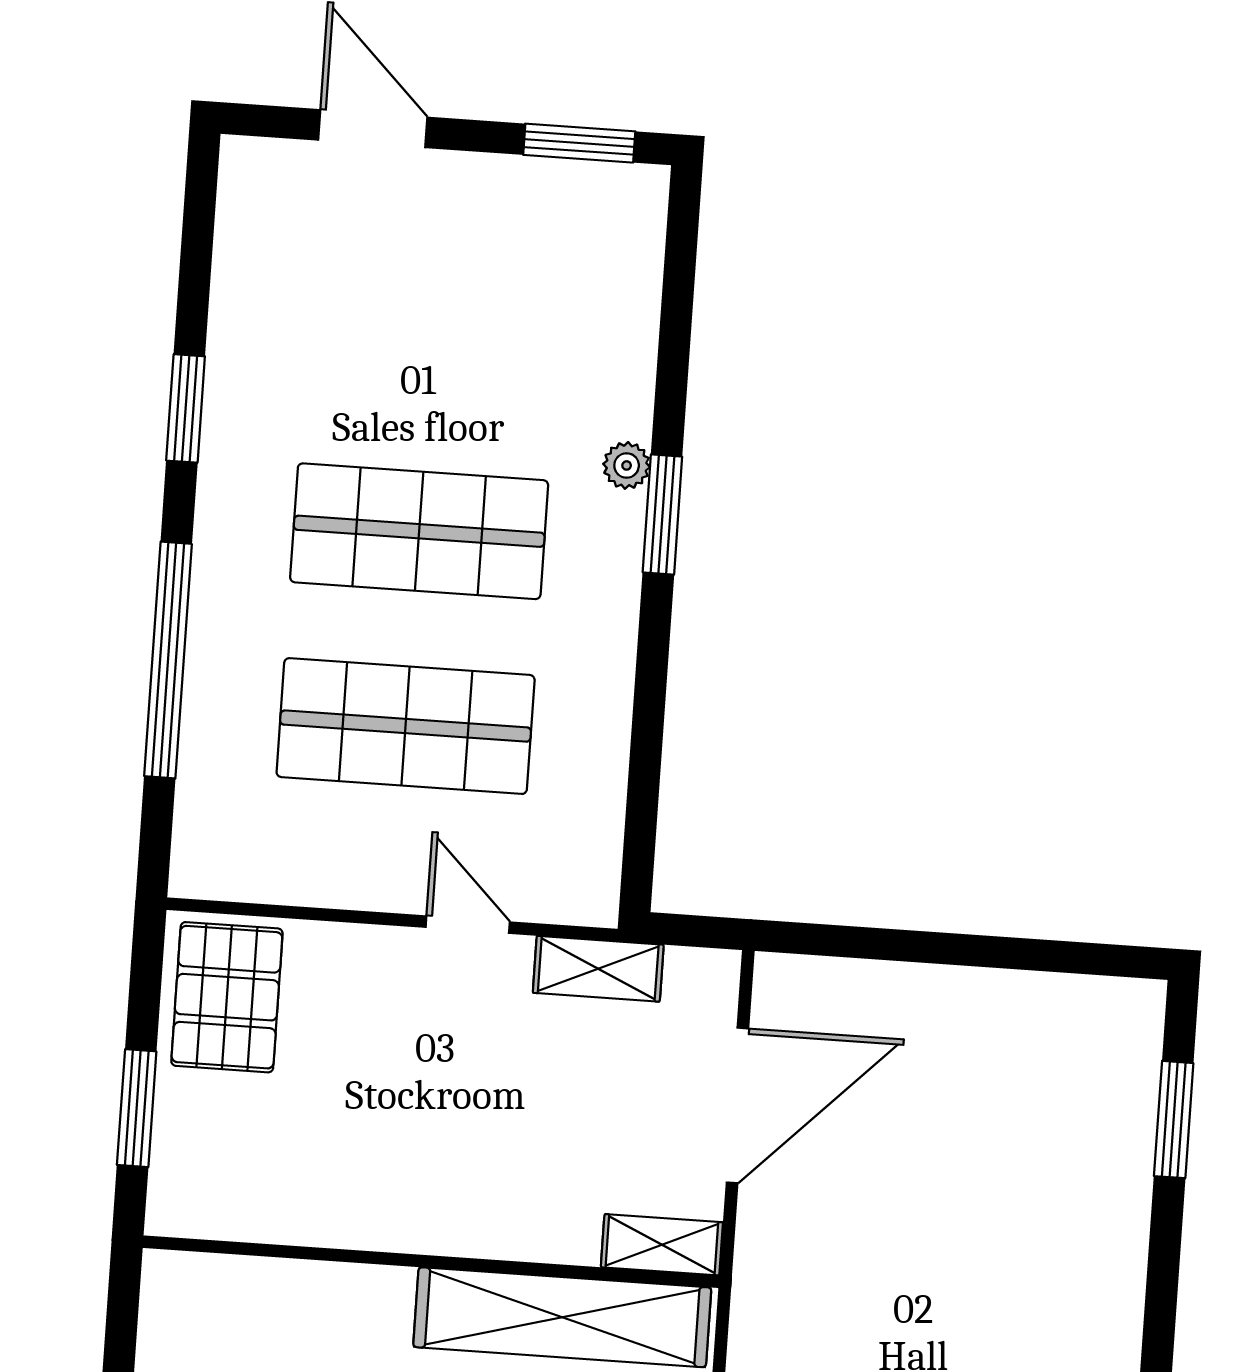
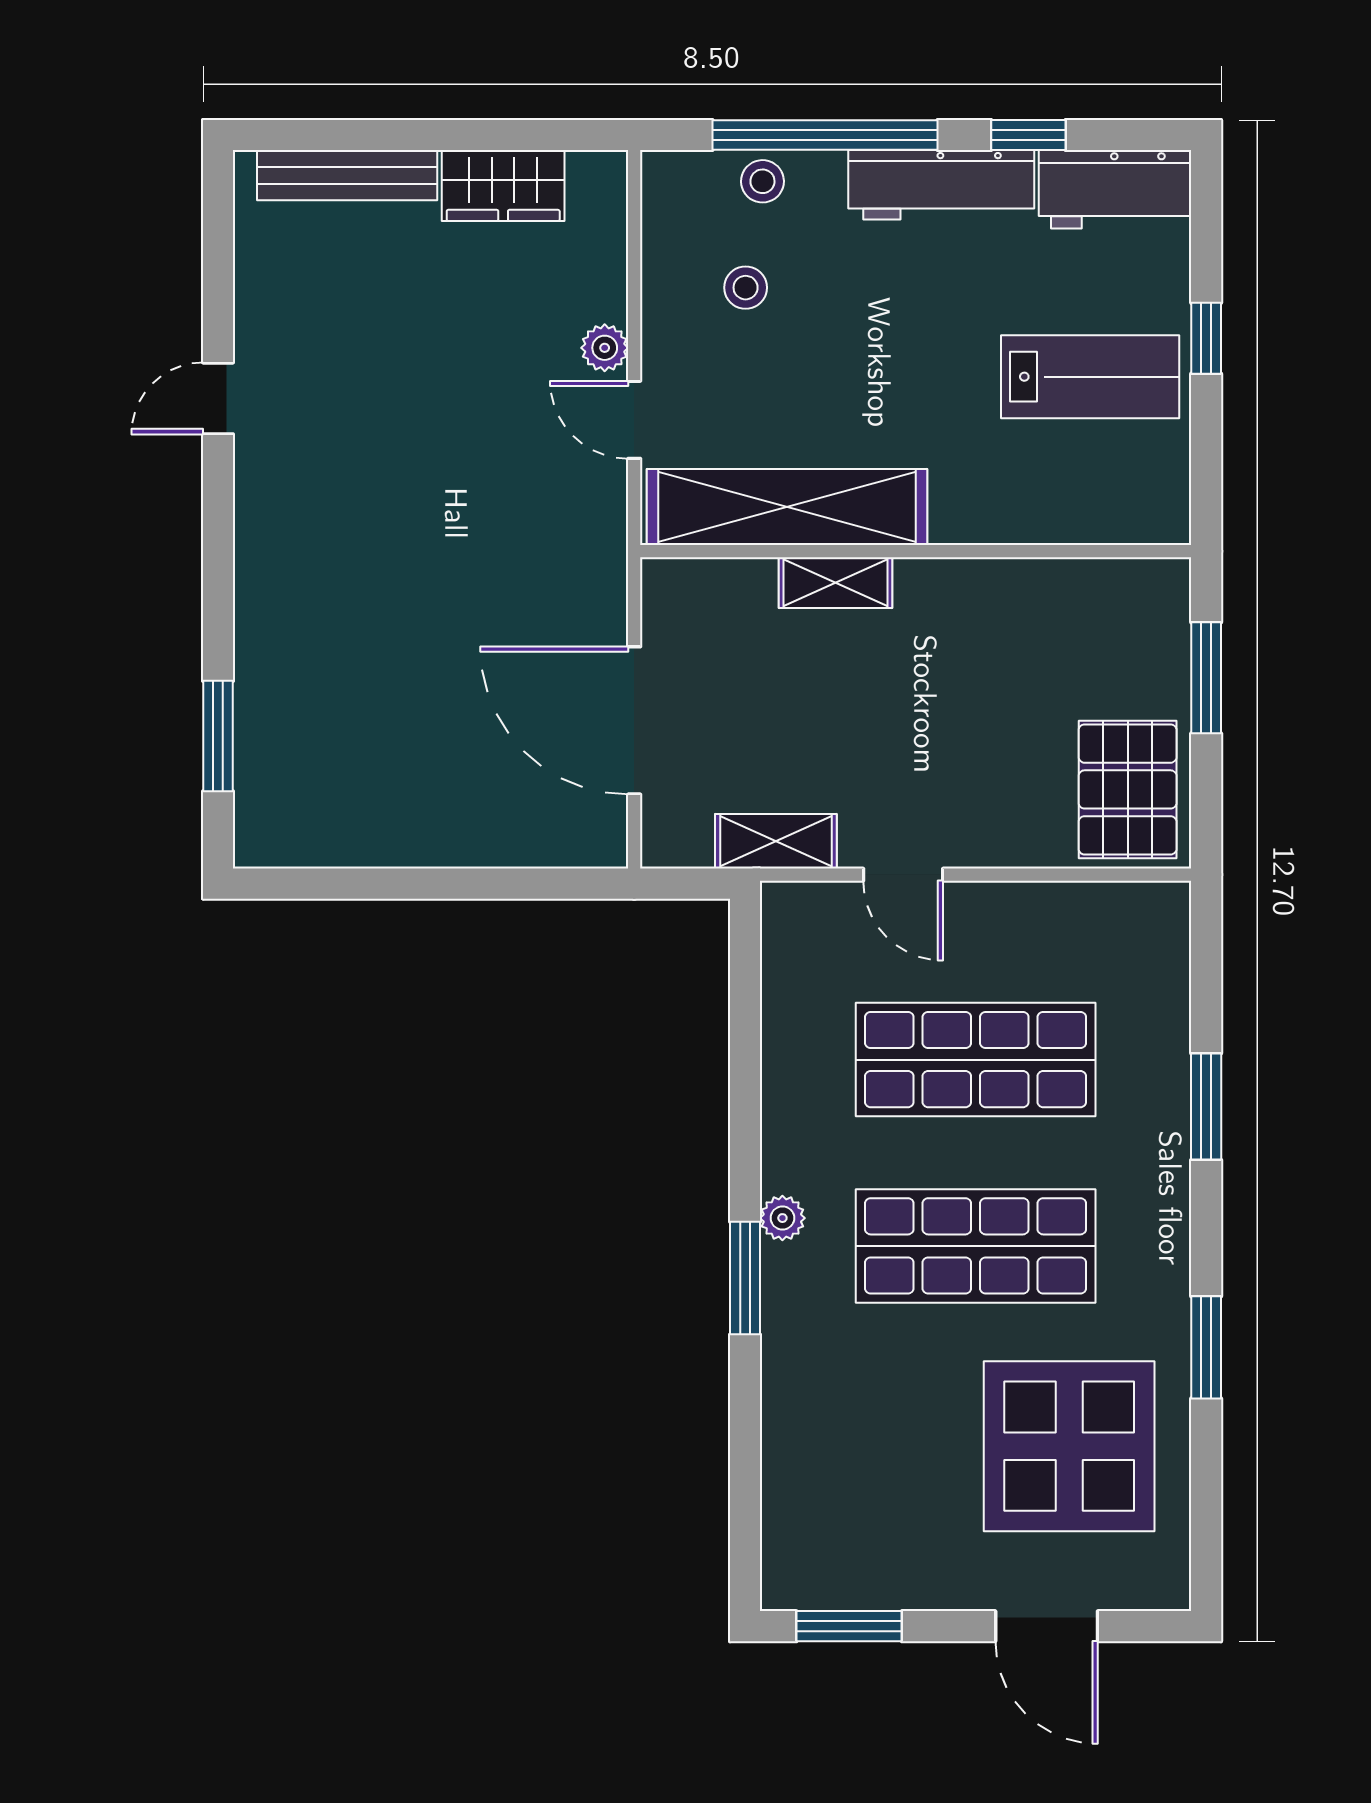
display table: (336, 315) -> (1069, 1446), added
plant: (627, 465) -> (782, 1218), moved
window: (168, 660) -> (1206, 1107), width x0.47
door: (738, 1105) -> (634, 720), hinge flipped
shelving: (662, 1245) -> (835, 583), moved

